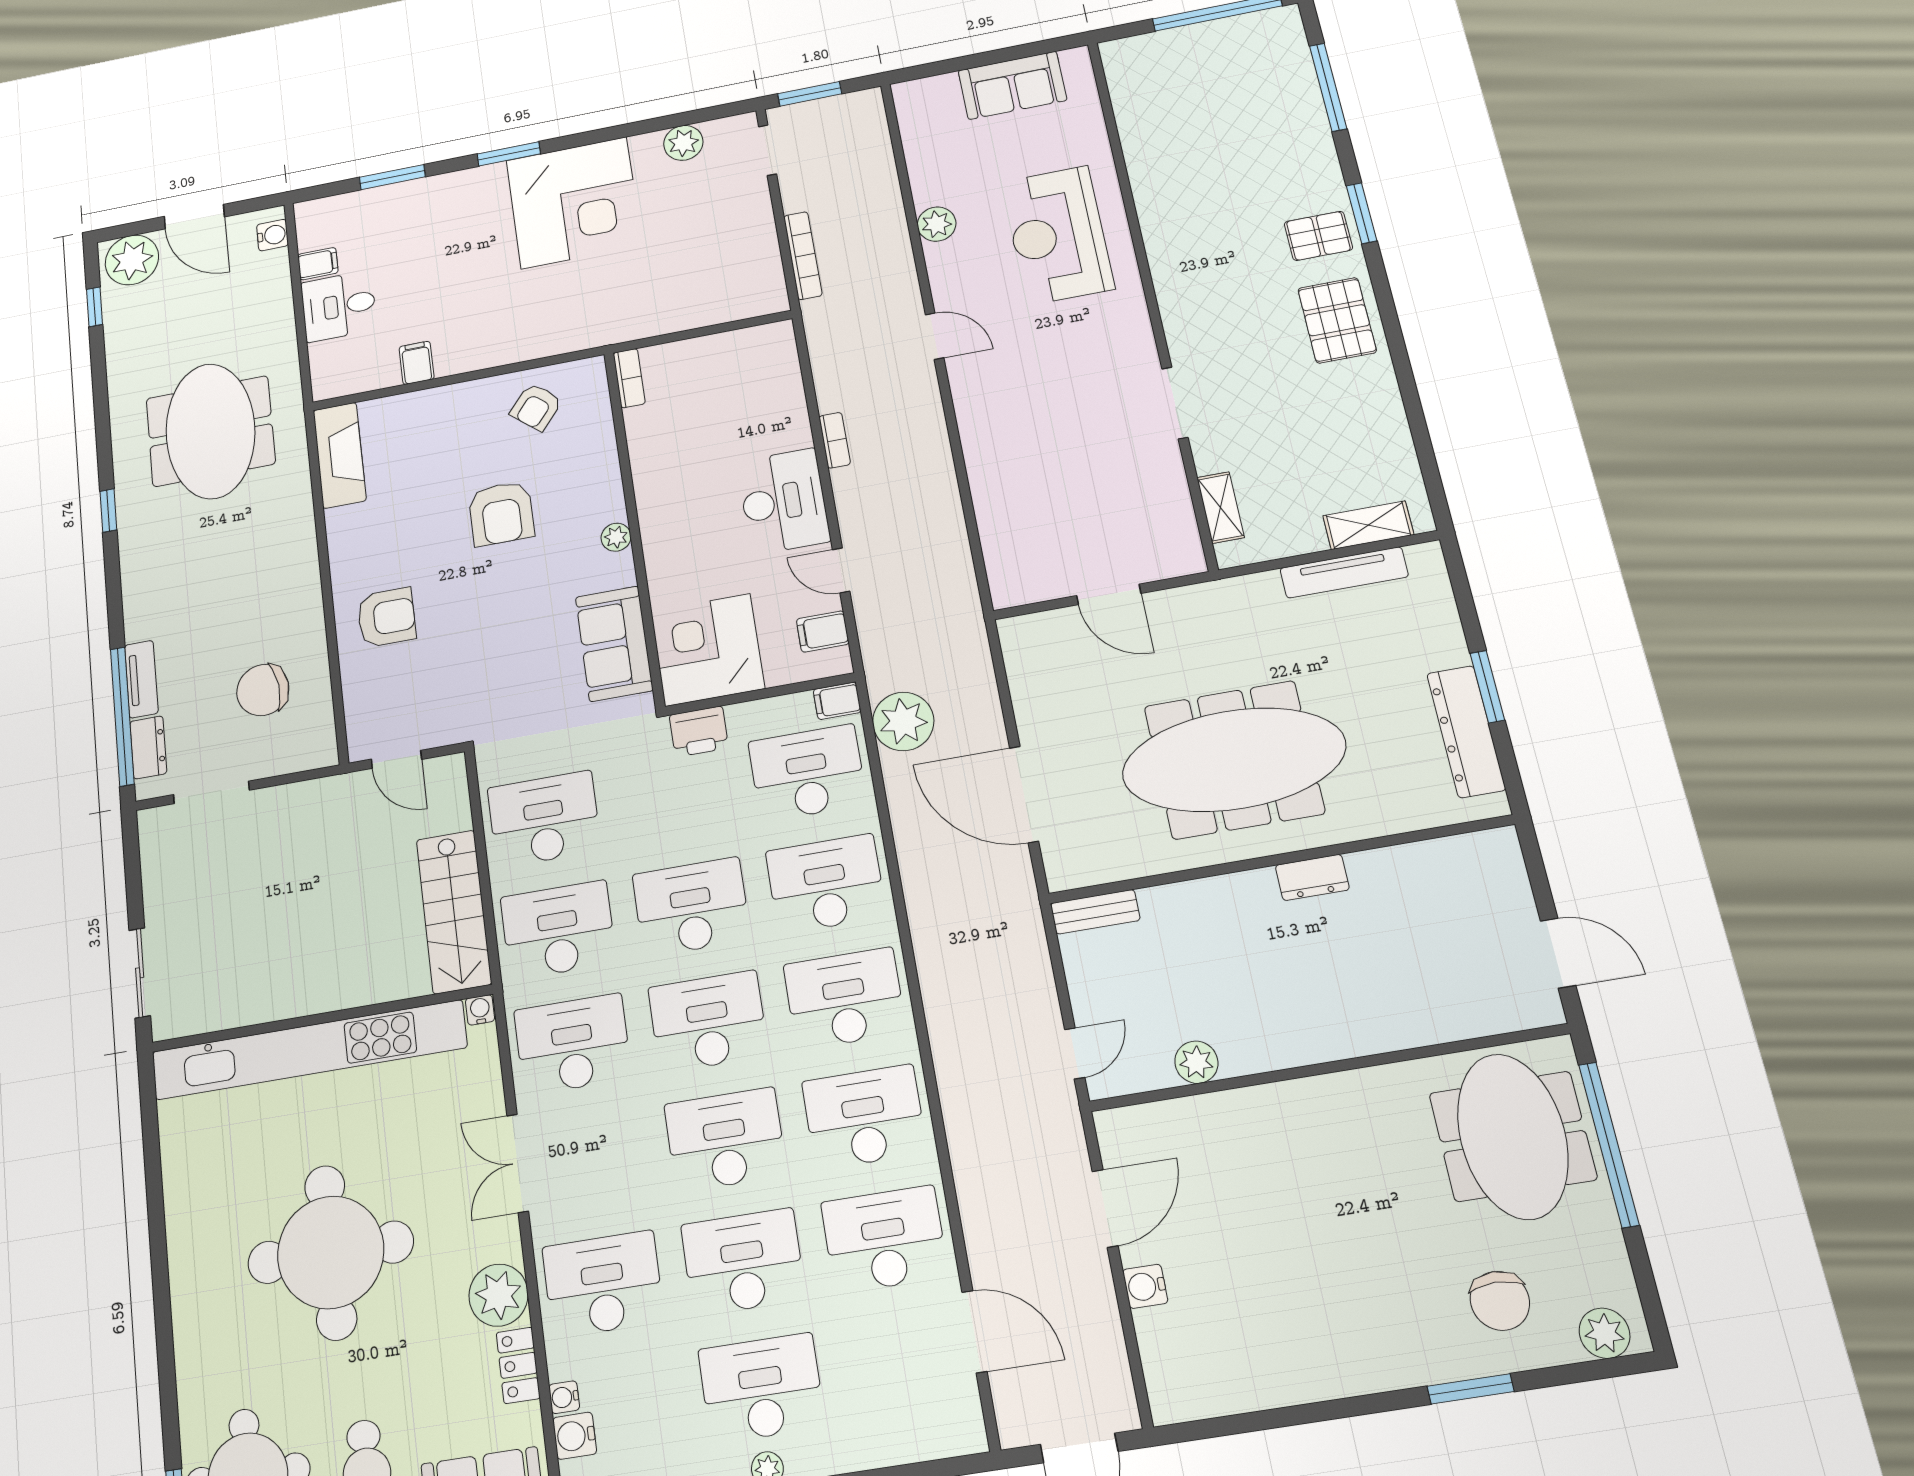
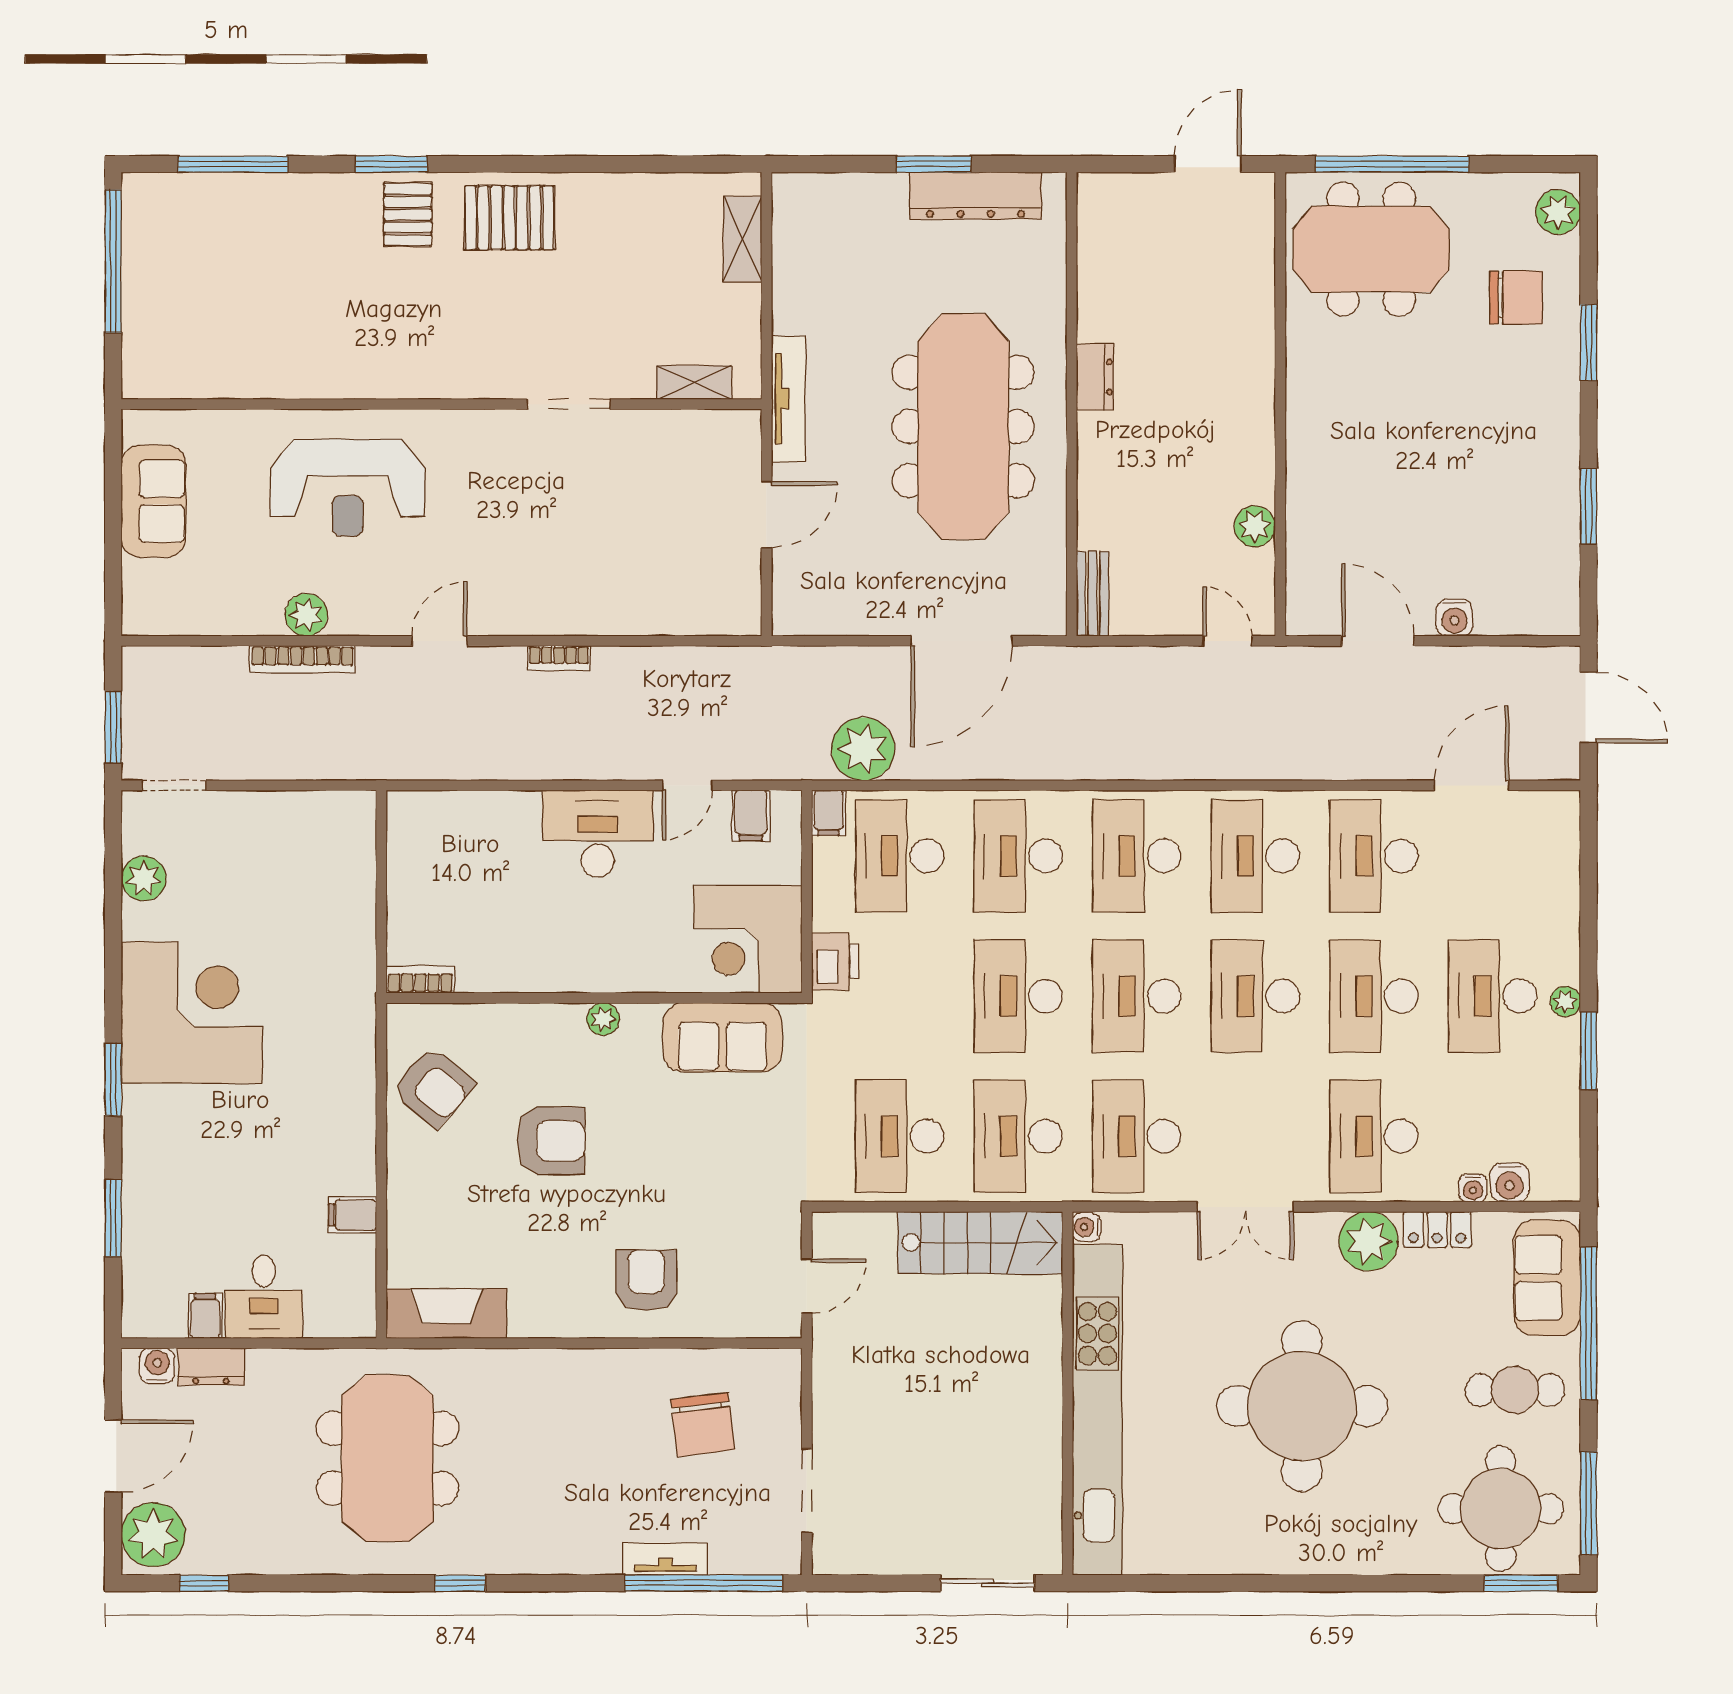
bookcase: (803, 256) -> (303, 659), moved, turned 180
armchair: (536, 407) -> (433, 1087), width x1.38, depth x1.38
meeting table: (210, 431) -> (387, 1458), turned 90
bookcase: (835, 440) -> (559, 658), moved, turned 180
tv unit: (1344, 572) -> (788, 399), moved
dresser: (148, 747) -> (211, 1367), moved, turned 180
window: (1294, 1416) -> (1588, 506), added

